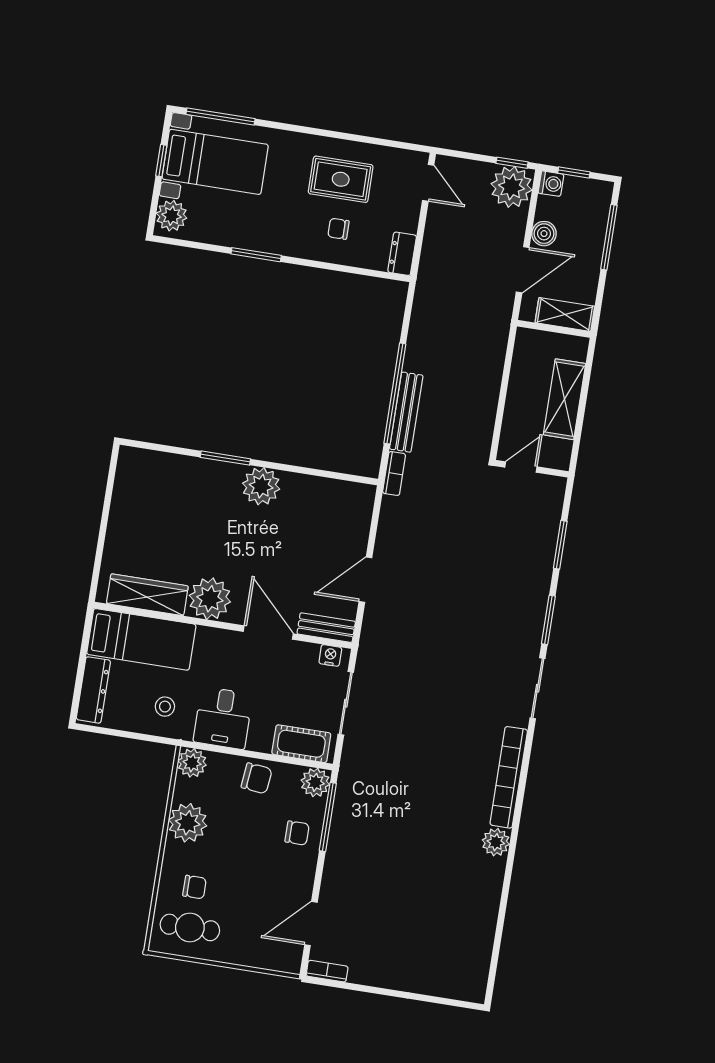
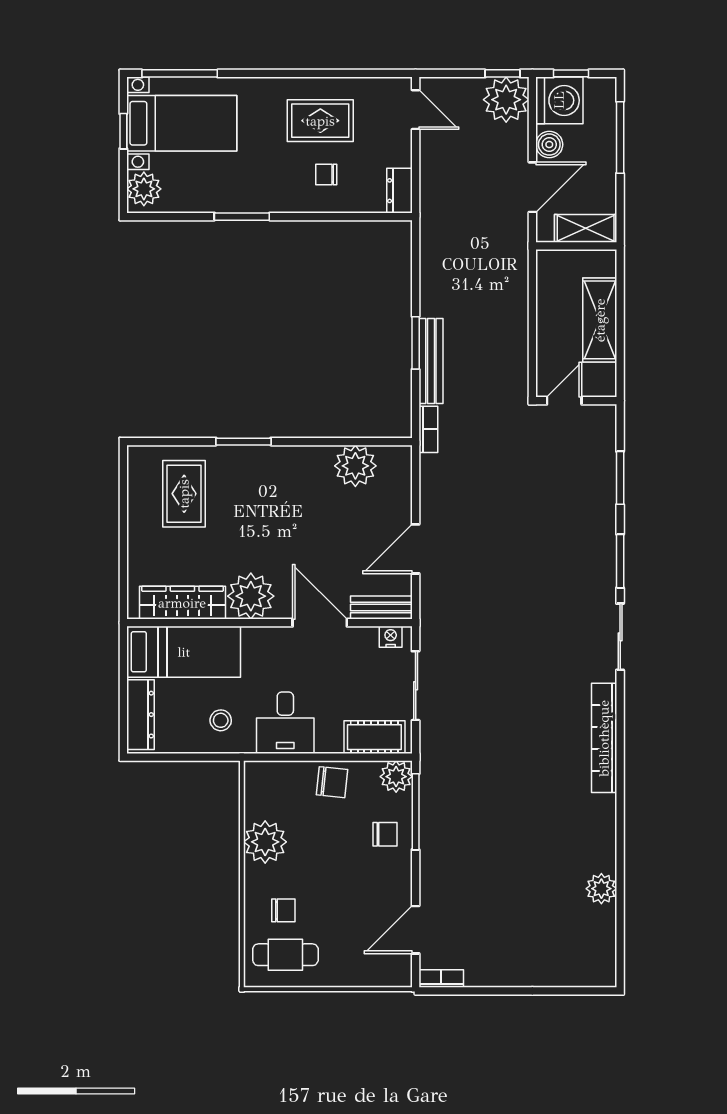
washing machine: (551, 184) -> (559, 100), width x1.89, depth x1.89
window: (395, 394) -> (416, 343), width x0.47
plant: (261, 486) -> (355, 466), moved
rug: (164, 497) -> (184, 494), added
plant: (192, 763) -> (260, 776), removed
plant: (496, 842) -> (601, 889), moved

